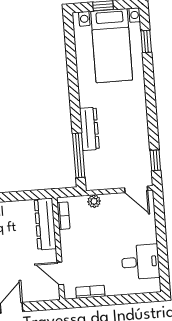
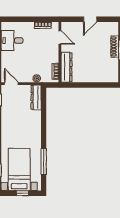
dresser: (89, 129) -> (36, 97), moved
window: (79, 155) -> (44, 162), moved

